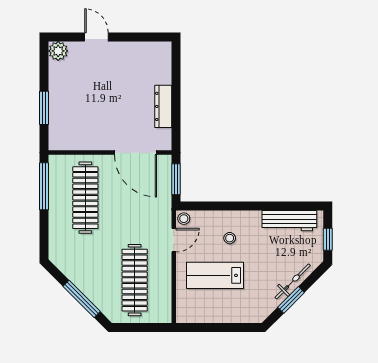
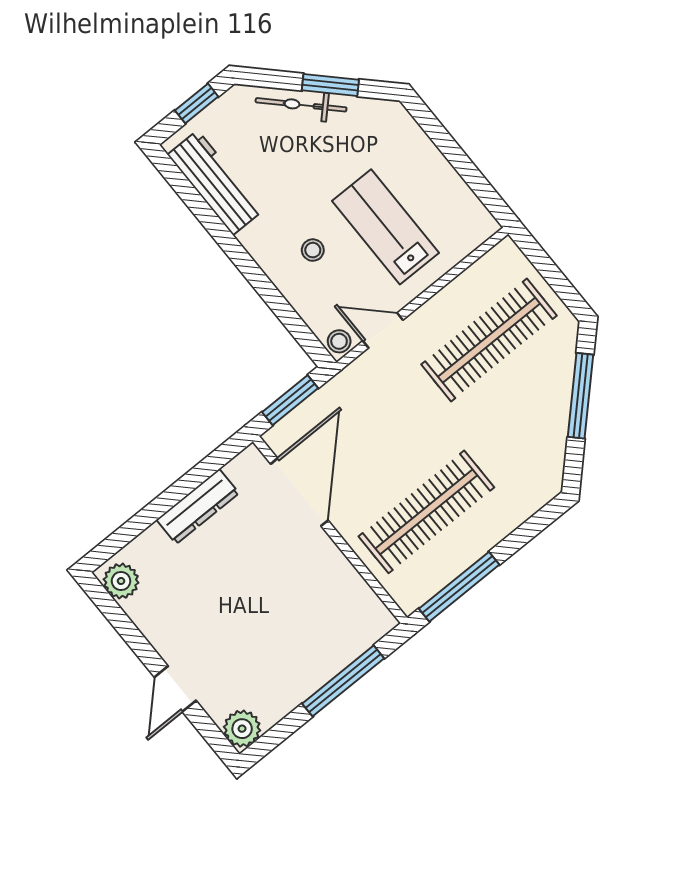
plant: (158, 51) -> (121, 581), added
window: (44, 108) -> (343, 681), width x1.44
lab bench: (215, 275) -> (385, 227), turned 180

